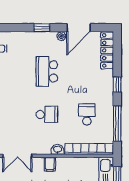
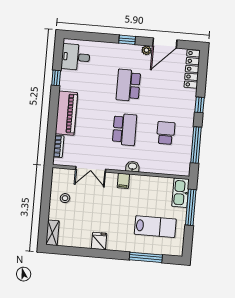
school desk: (47, 114) -> (125, 129), width x1.85
bookcase: (89, 149) -> (165, 169), removed

